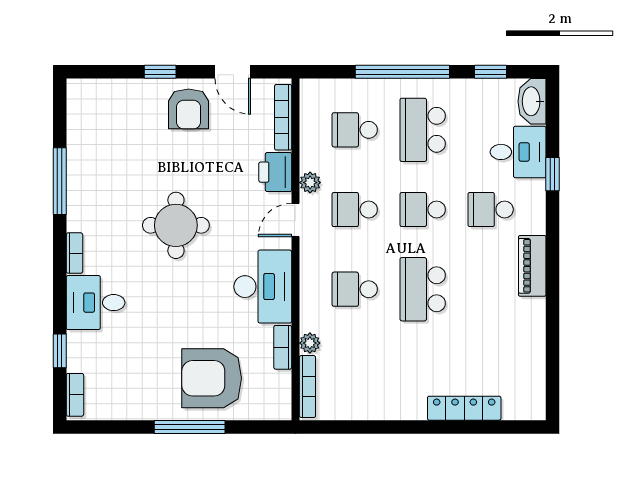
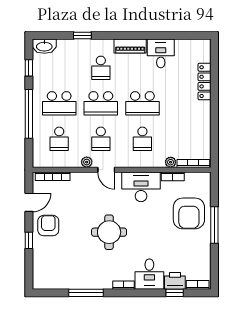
armchair: (189, 109) -> (48, 226), turned -90
desk: (518, 152) -> (161, 53), moved
printer: (275, 172) -> (175, 281), moved, turned 180
school desk: (423, 210) -> (101, 103), width x1.85

